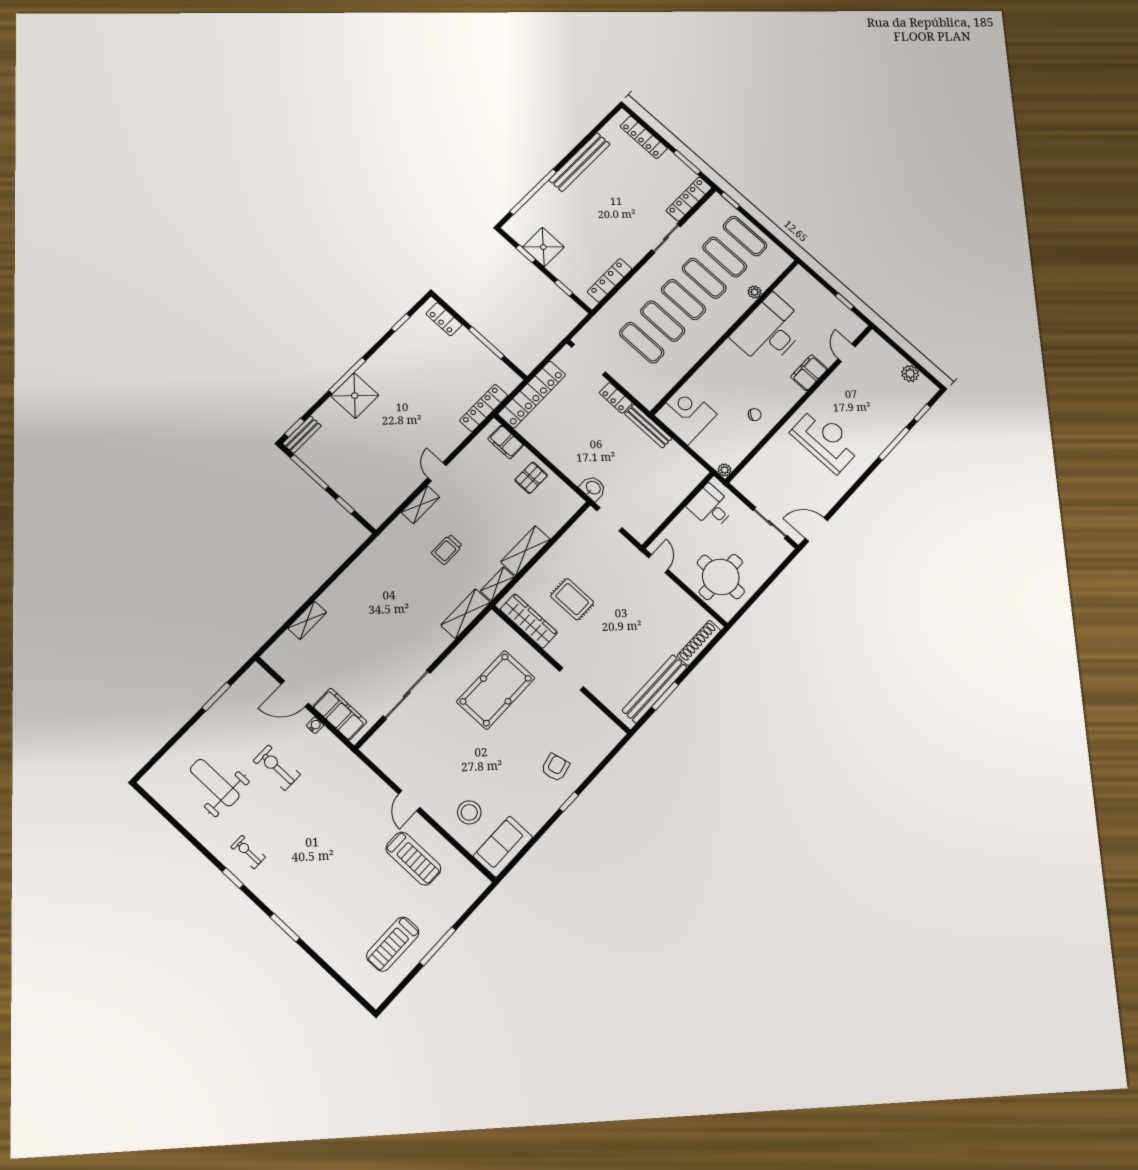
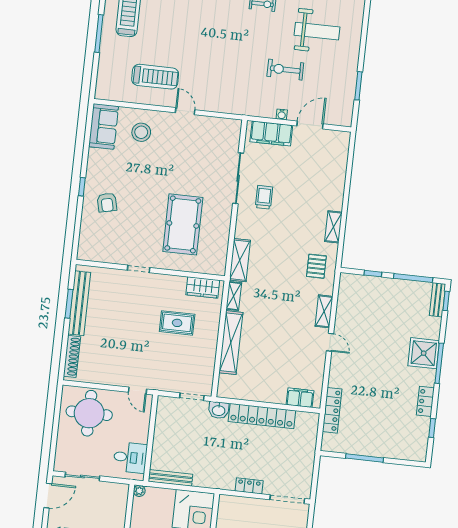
locker: (444, 319) -> (425, 401), moved, turned -90
locker: (532, 394) -> (262, 416), moved, turned -90
bench: (648, 426) -> (170, 478), moved
pallet: (531, 478) -> (316, 266), moved
trolley: (447, 549) -> (264, 197), moved
shelving: (525, 551) -> (231, 343), width x1.47
shelving: (307, 620) -> (333, 227), moved
wardrobe: (529, 621) -> (203, 287), width x0.67
exercise bike: (277, 768) -> (285, 70), turned 180
treadmill: (413, 859) -> (155, 77), turned 180

